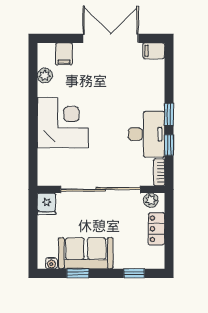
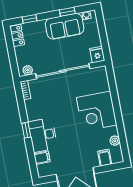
filing cabinet: (154, 51) -> (42, 158), moved
desk: (147, 134) -> (43, 135), moved
window: (169, 145) -> (22, 110), removed
locker: (156, 229) -> (17, 36), moved

